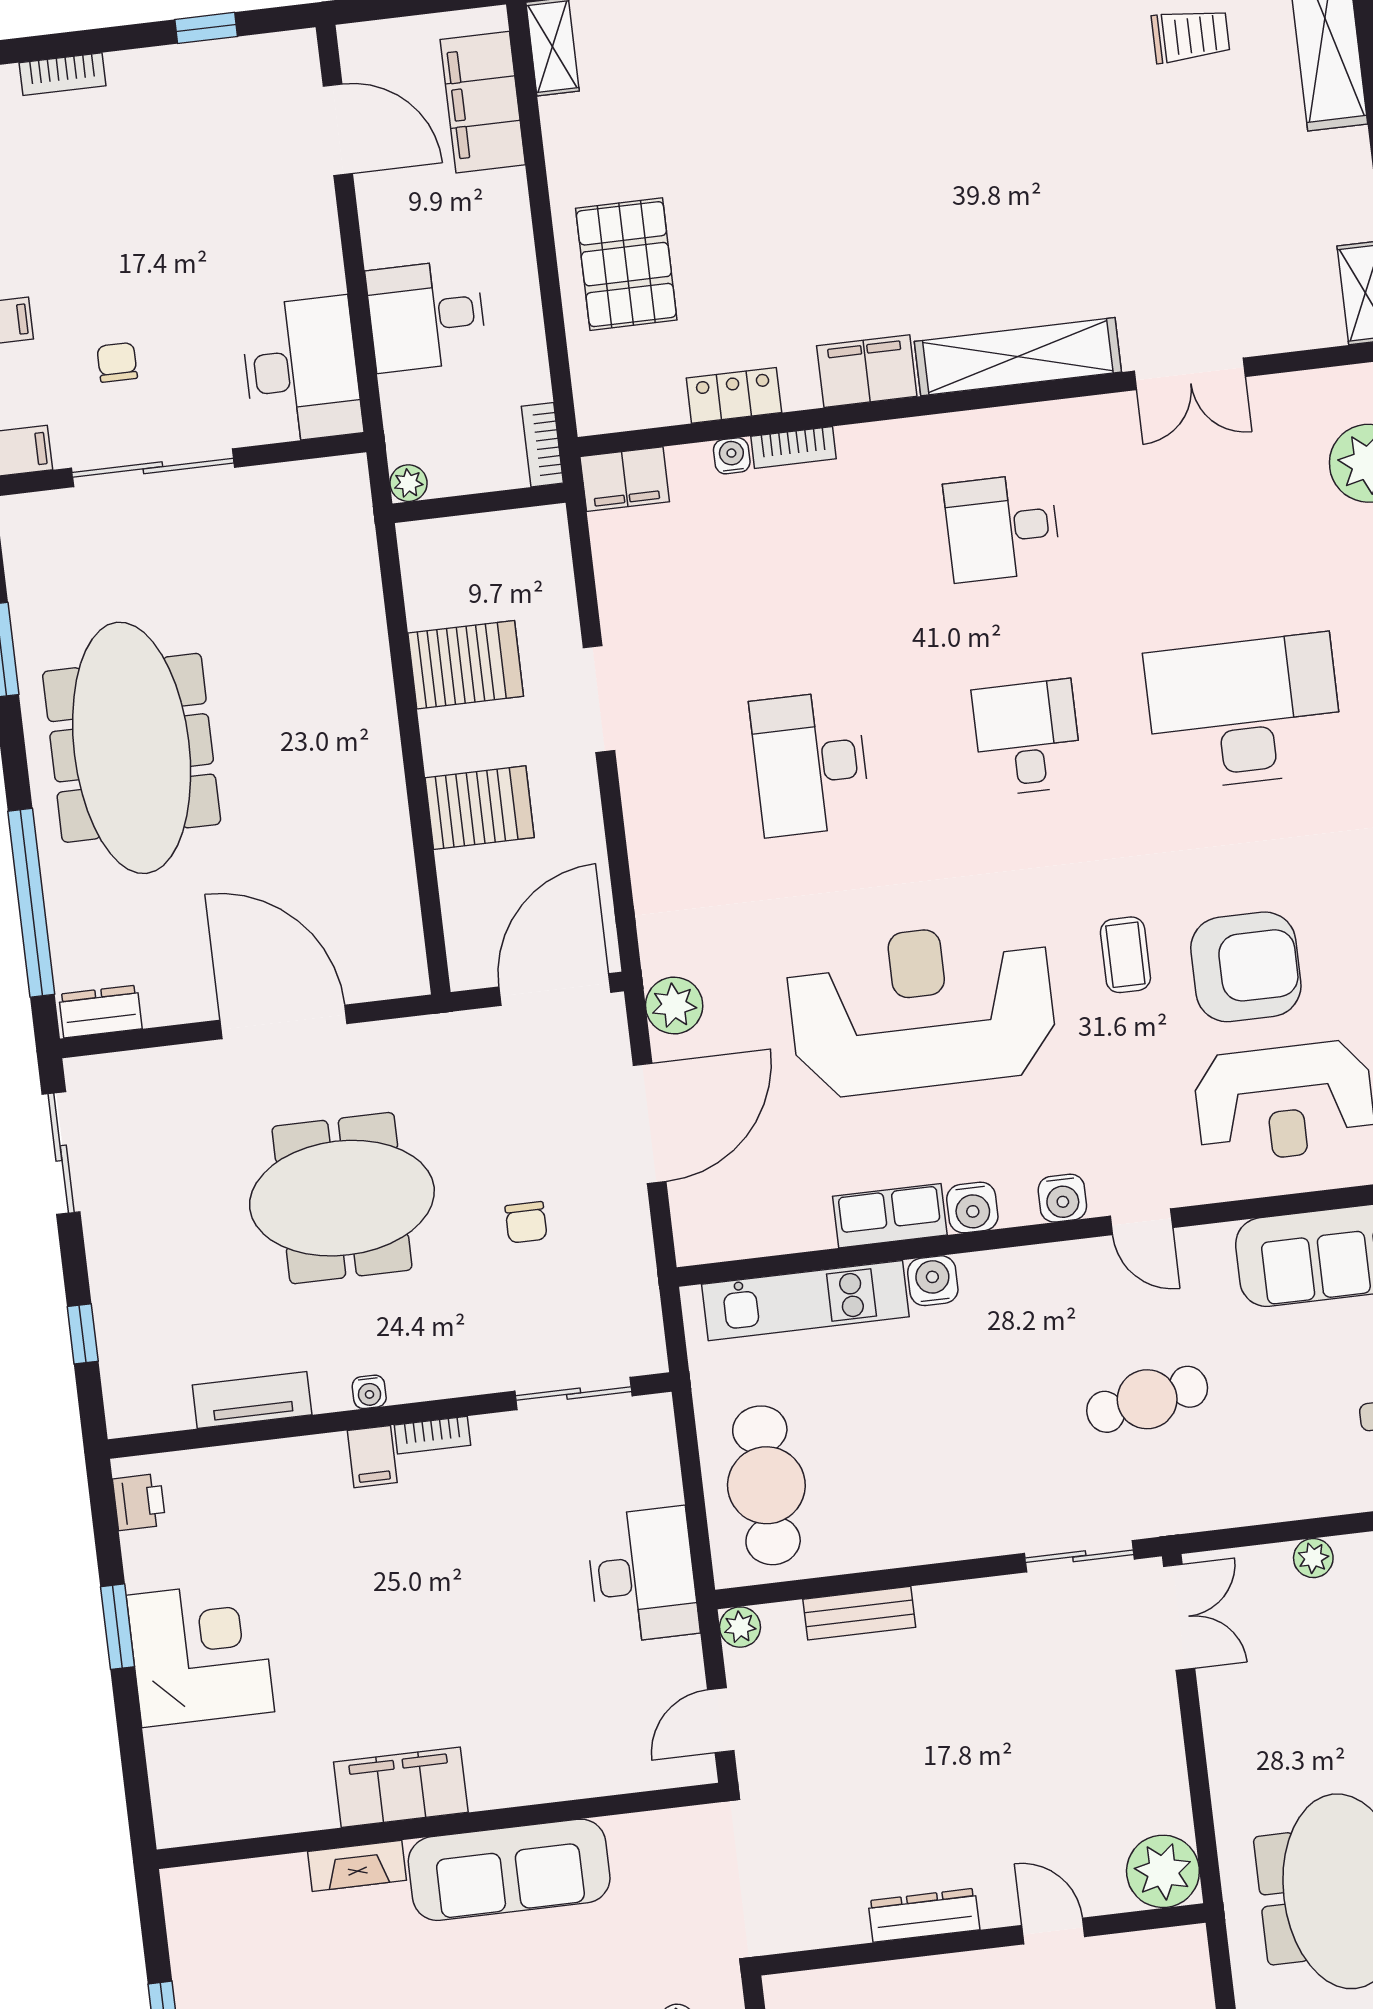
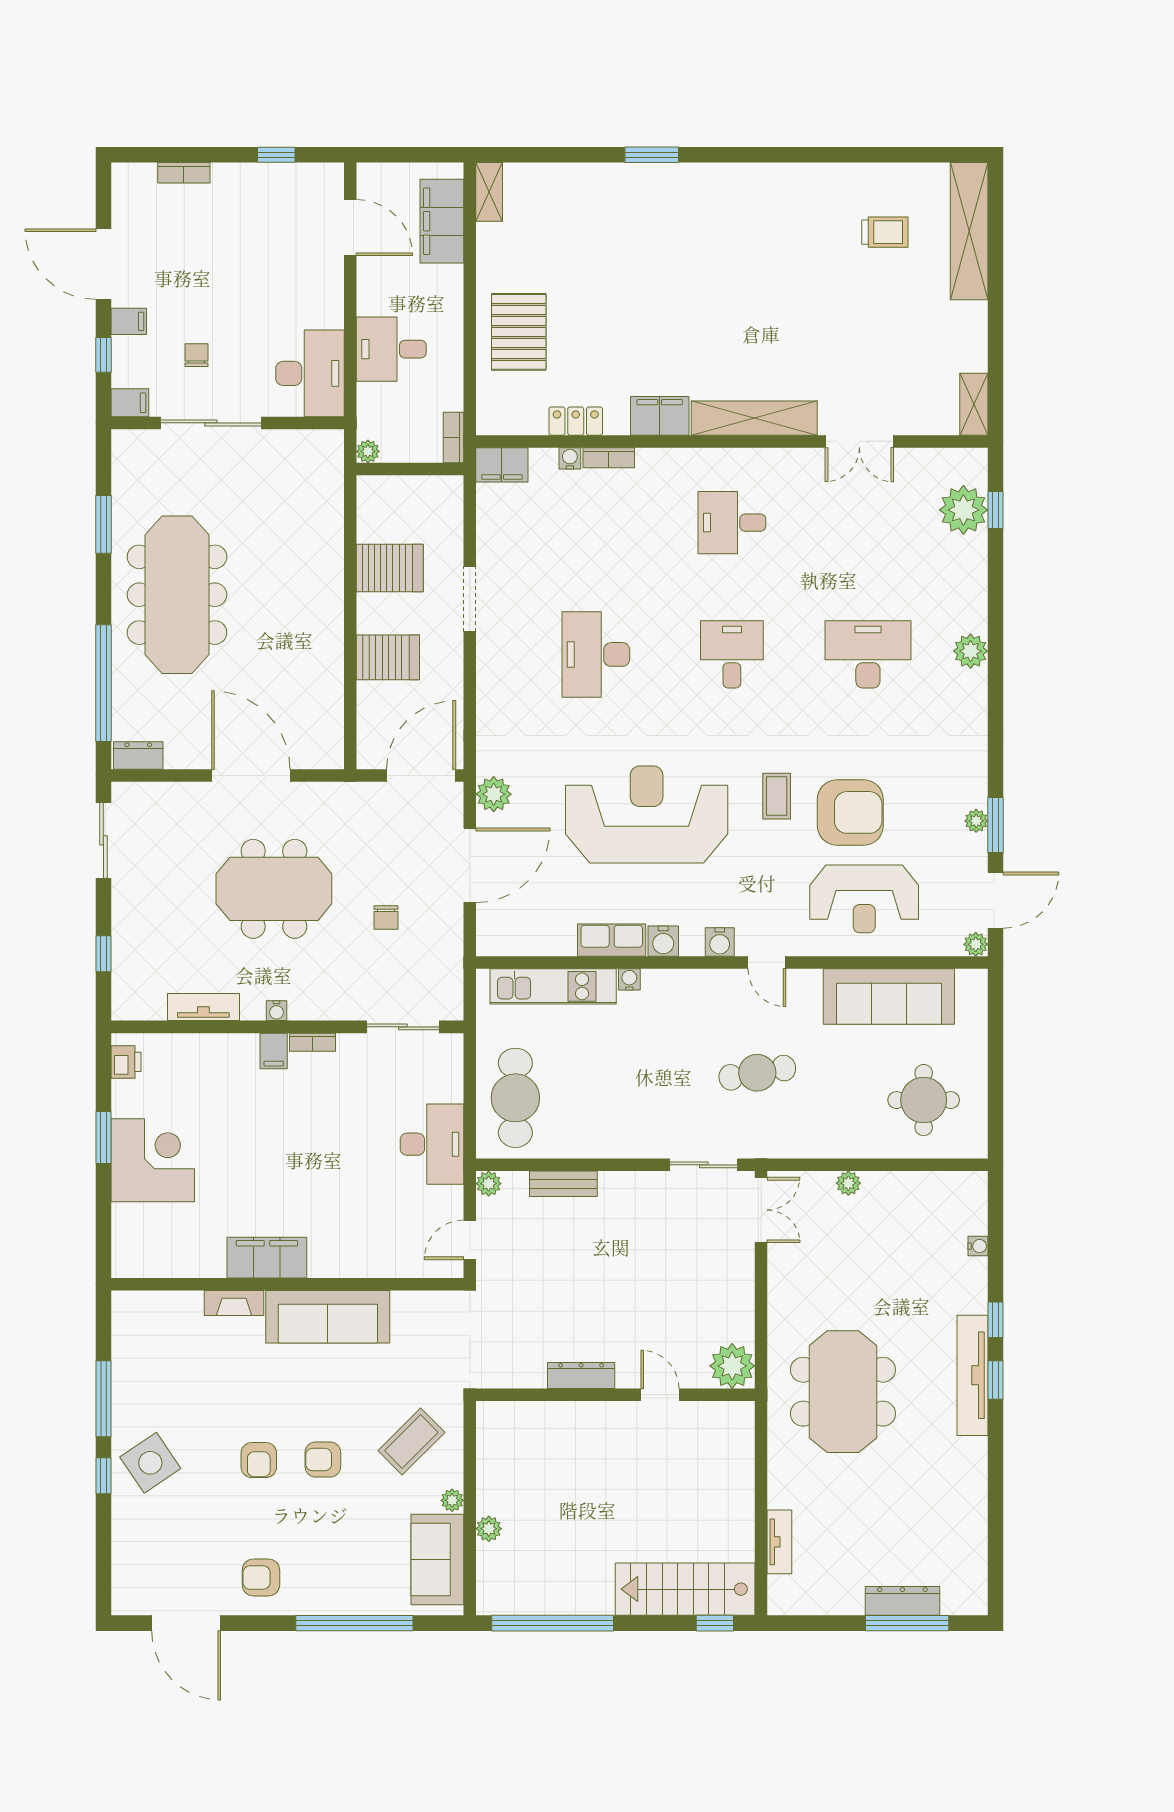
desk: (1244, 712) -> (868, 654), width x0.73, depth x0.77
water cooler: (933, 1281) -> (629, 979), width x0.72, depth x0.72

